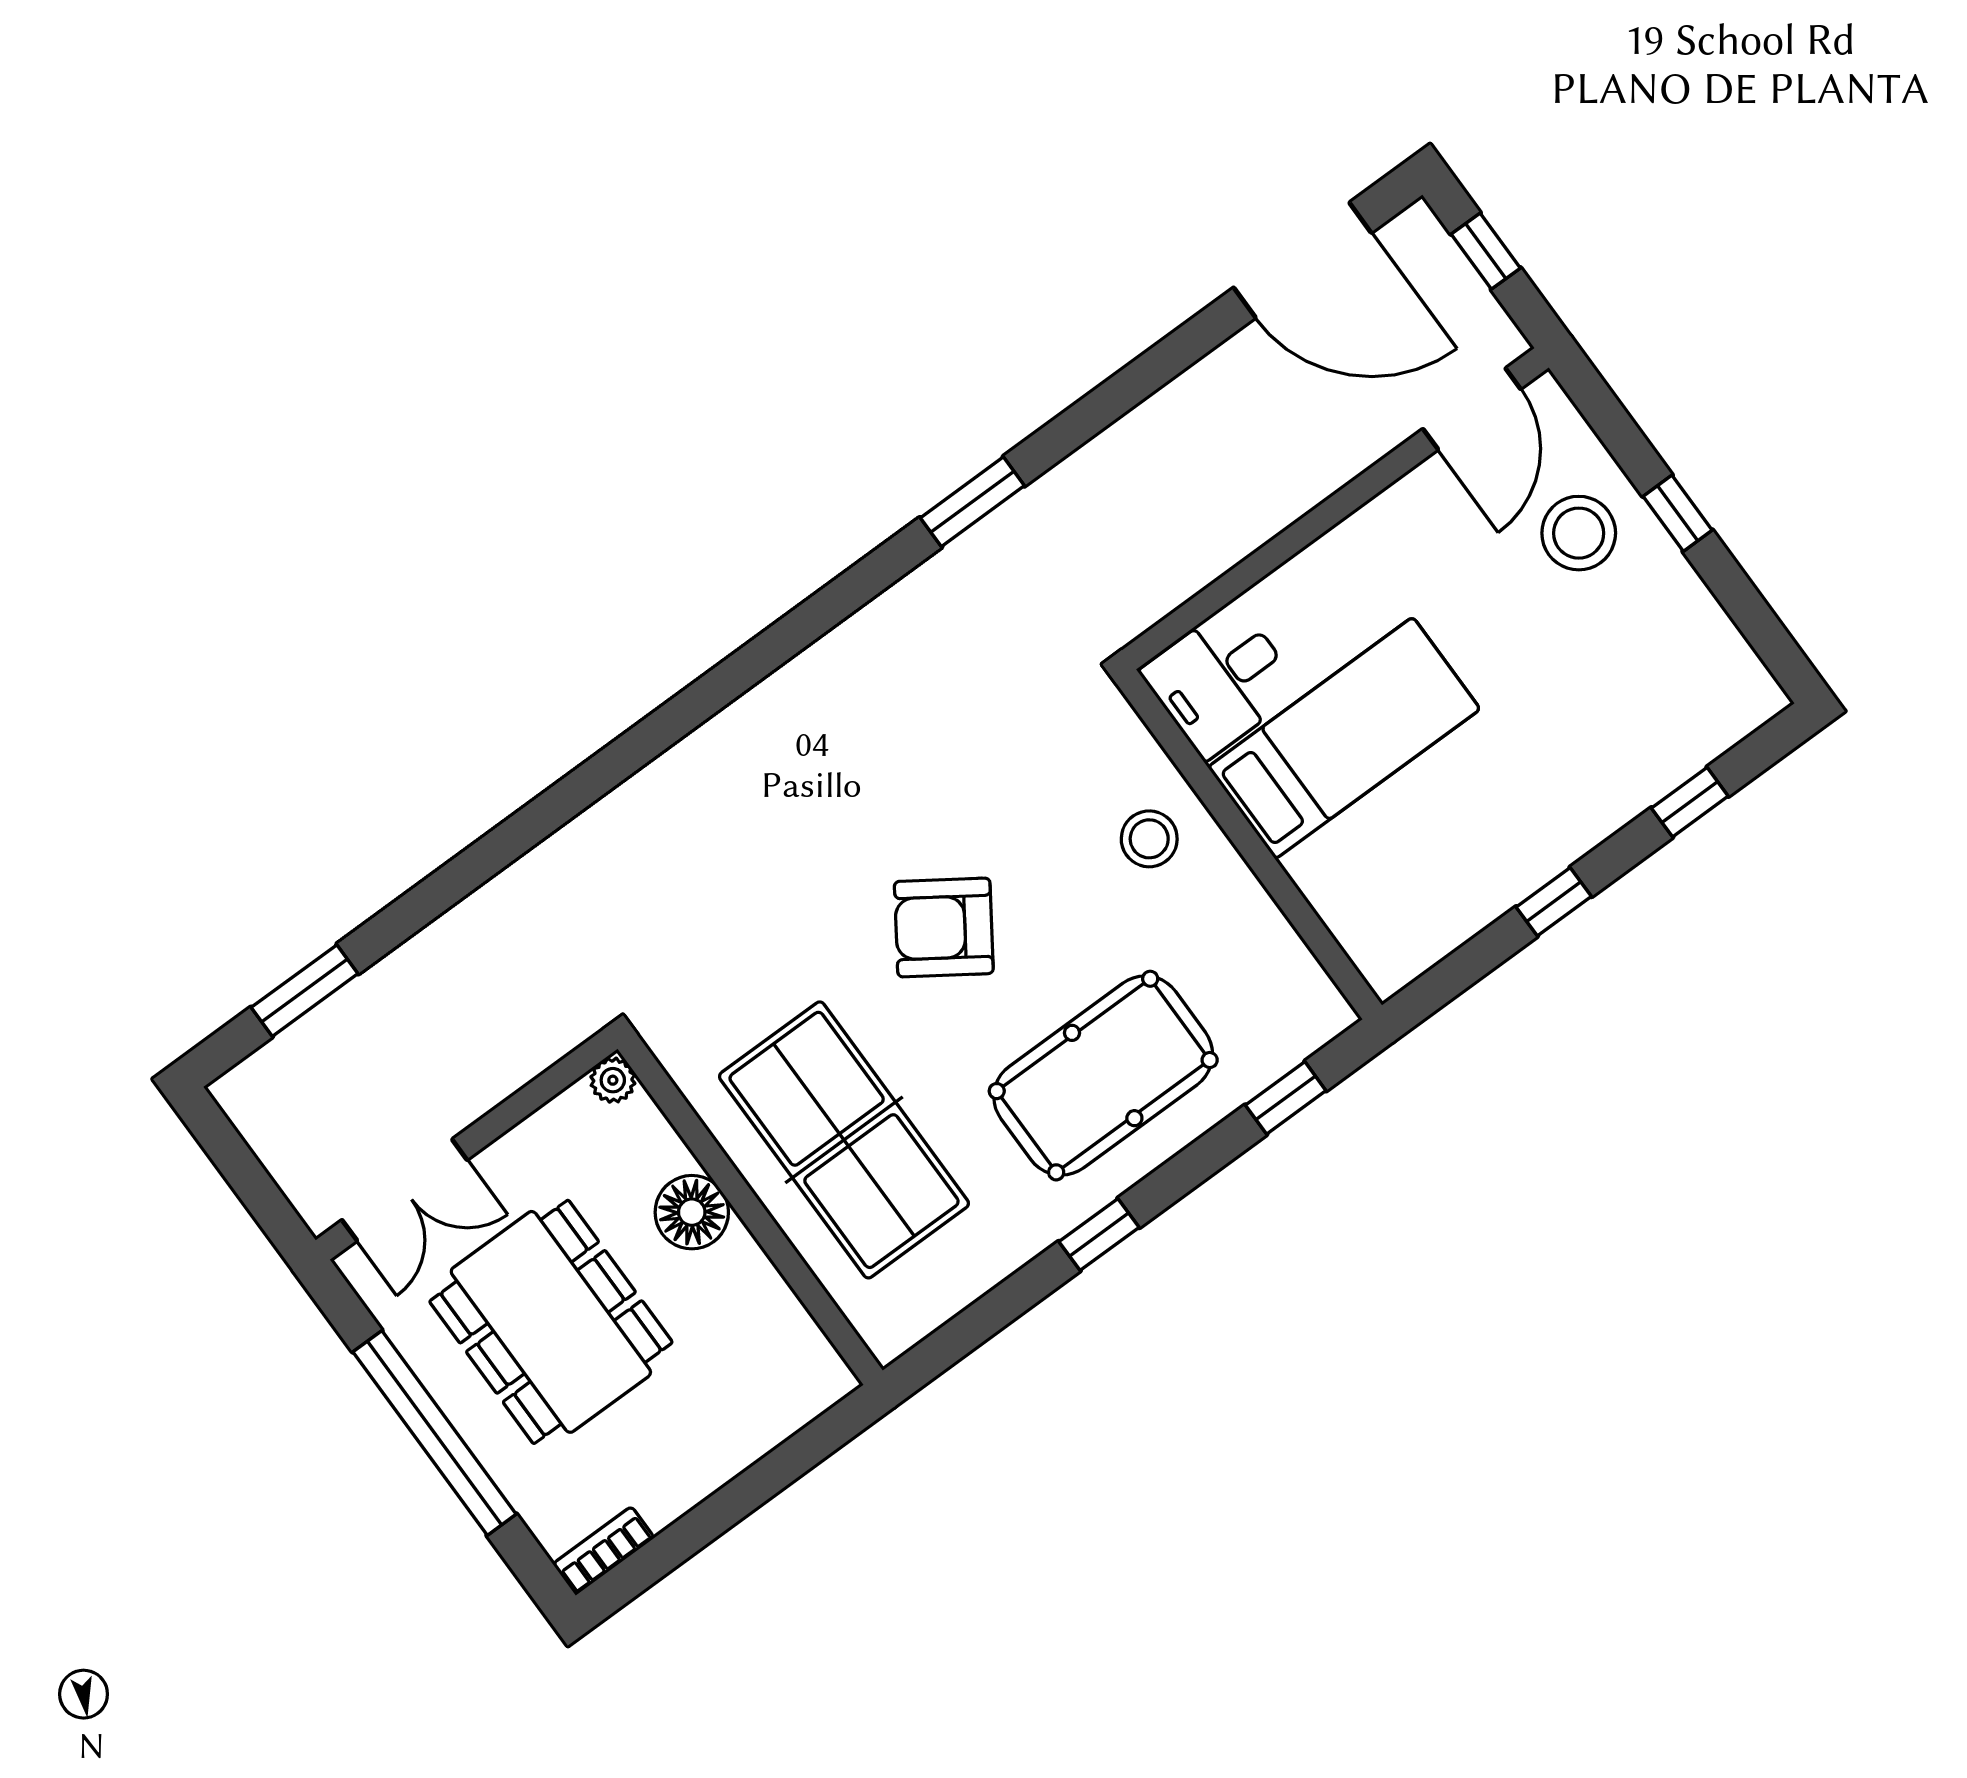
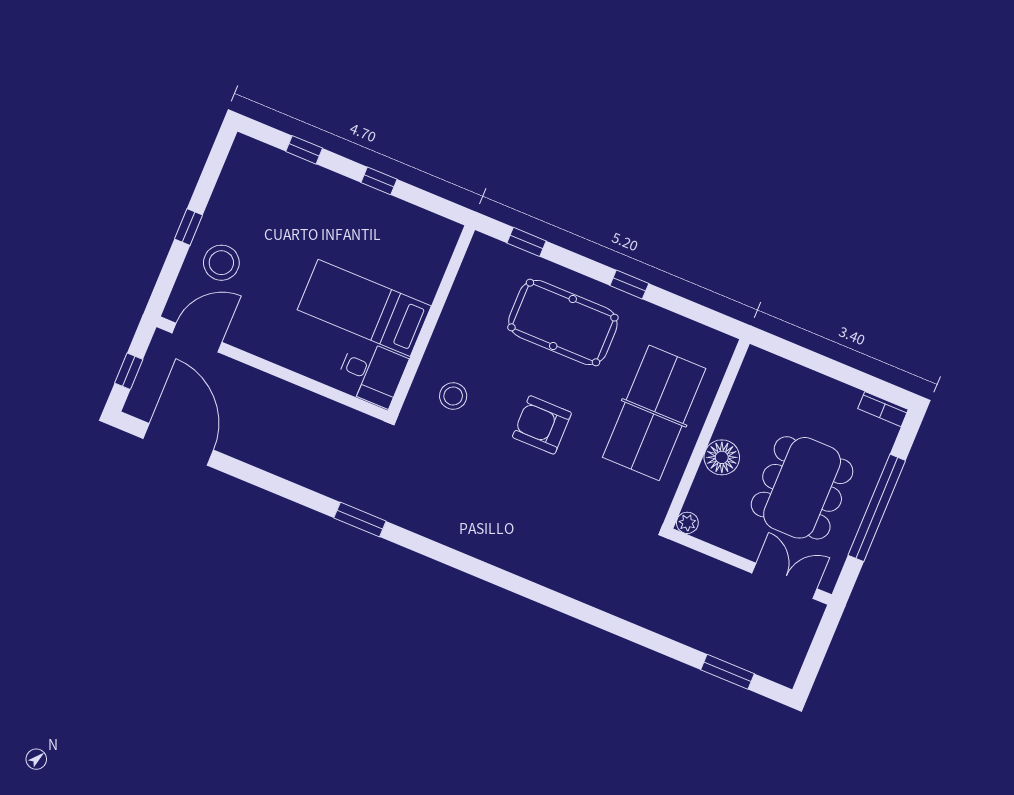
stool: (1149, 839) -> (453, 396), moved
armchair: (944, 927) -> (542, 425), turned 146

